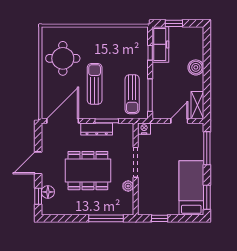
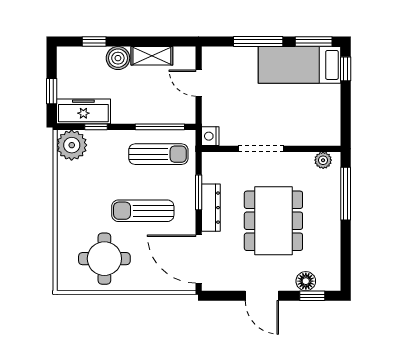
plant: (138, 37) -> (72, 145), added
window: (207, 52) -> (94, 42), added
shelving: (197, 105) -> (152, 56), moved
window: (207, 148) -> (258, 42), moved
plant: (128, 186) -> (323, 160), moved
window: (160, 218) -> (346, 69), moved

